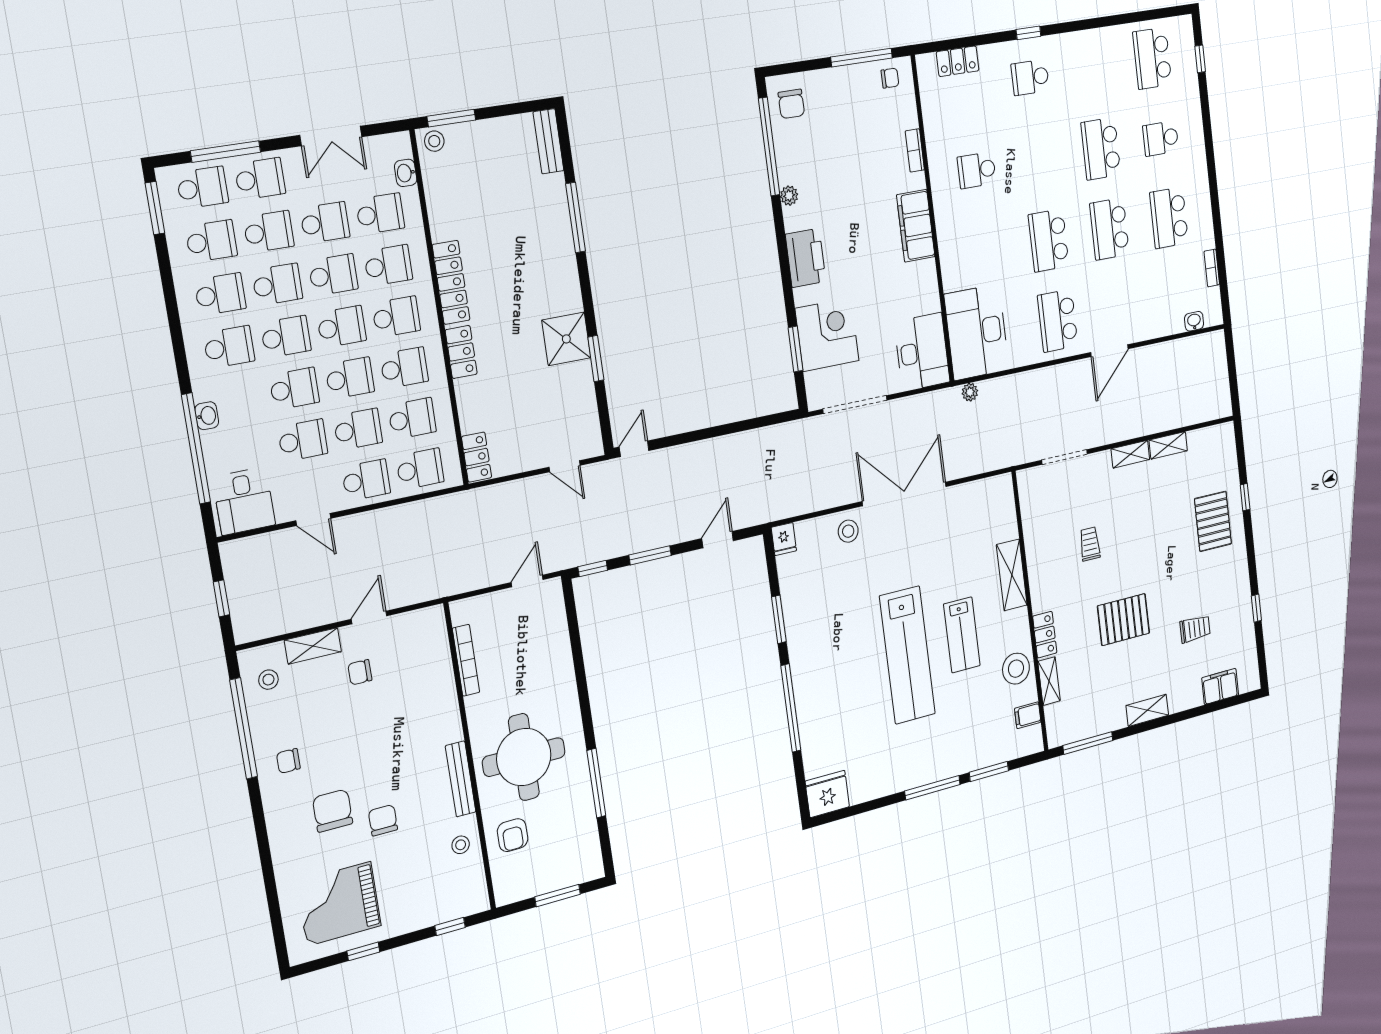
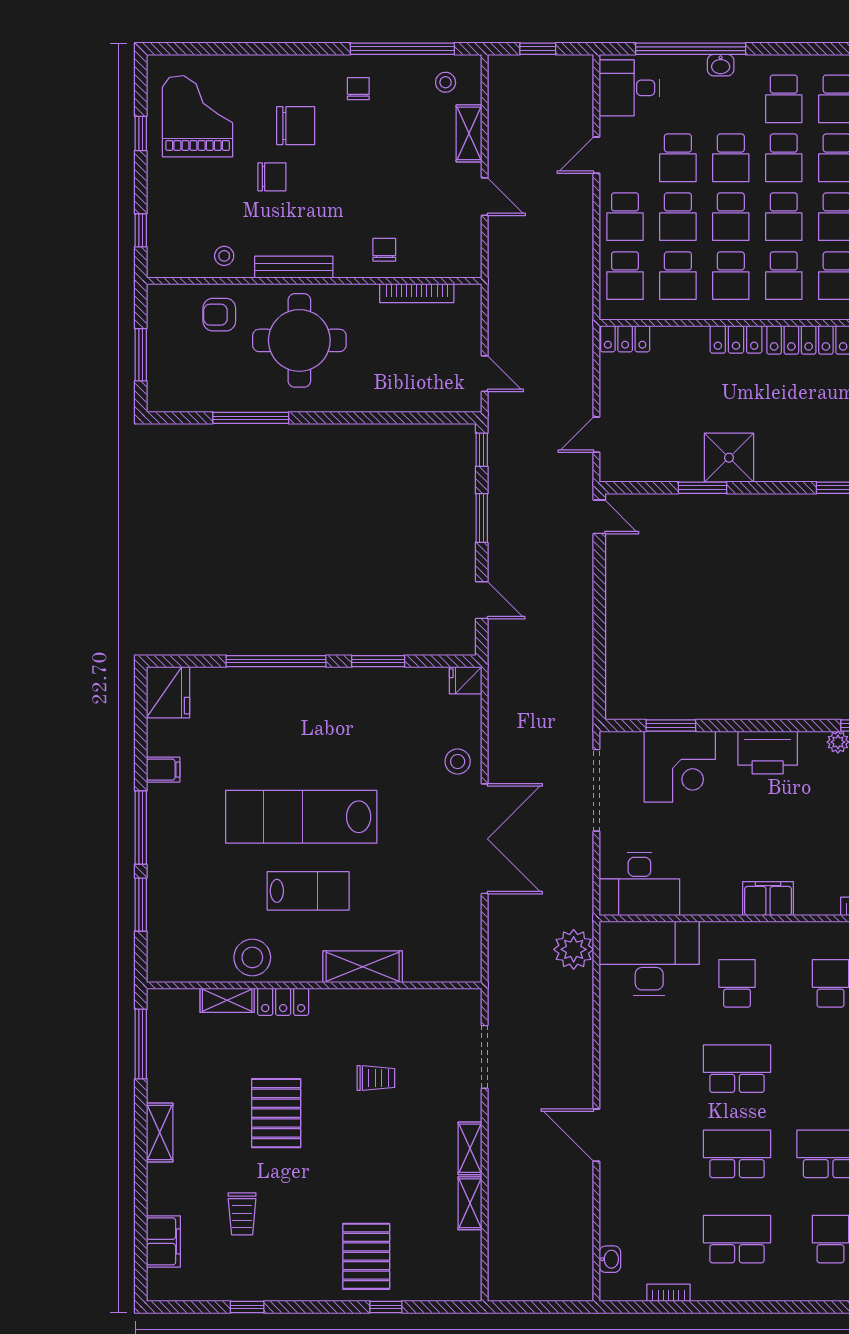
filing cabinet: (916, 226) -> (768, 899), width x0.67, depth x0.86
school desk: (1058, 321) -> (737, 983), moved, width x0.54
plant: (970, 392) -> (574, 949), width x1.88, depth x1.88
pallet: (1213, 521) -> (366, 1256), turned 90
lab bench: (962, 635) -> (308, 891), turned 180
chair: (360, 672) -> (384, 250), moved
filing cabinet: (1028, 715) -> (163, 770), moved, turned 90

